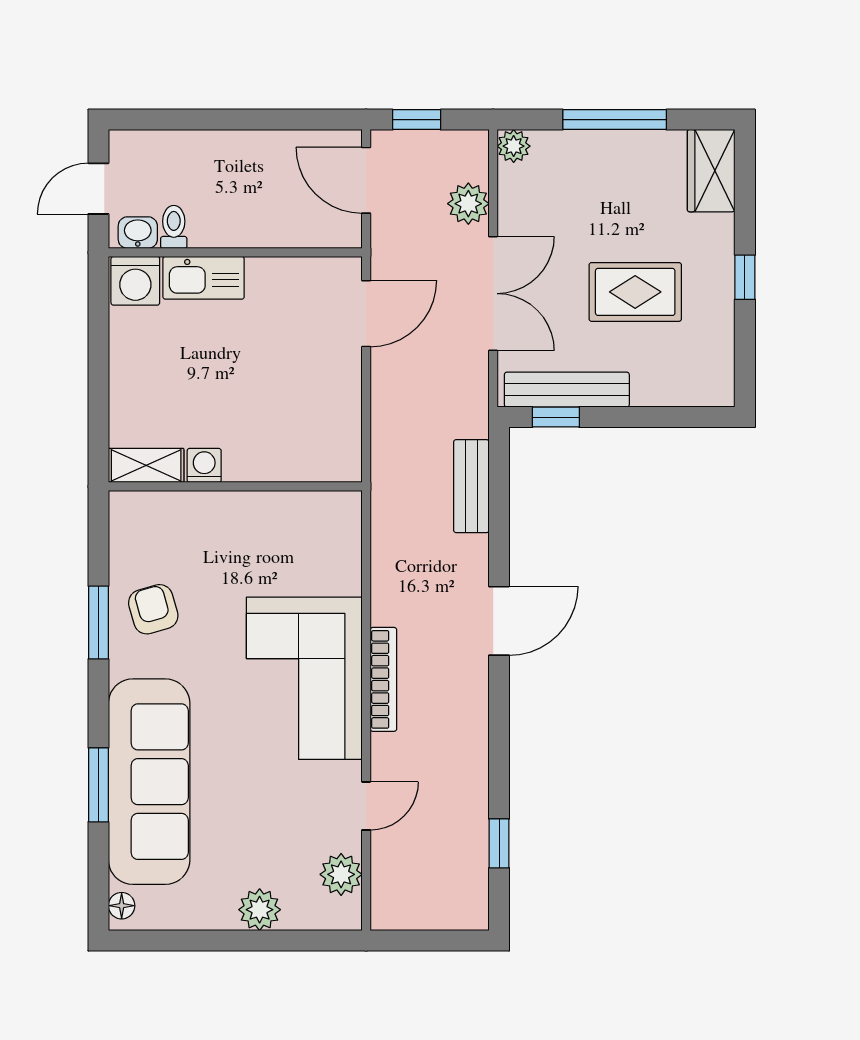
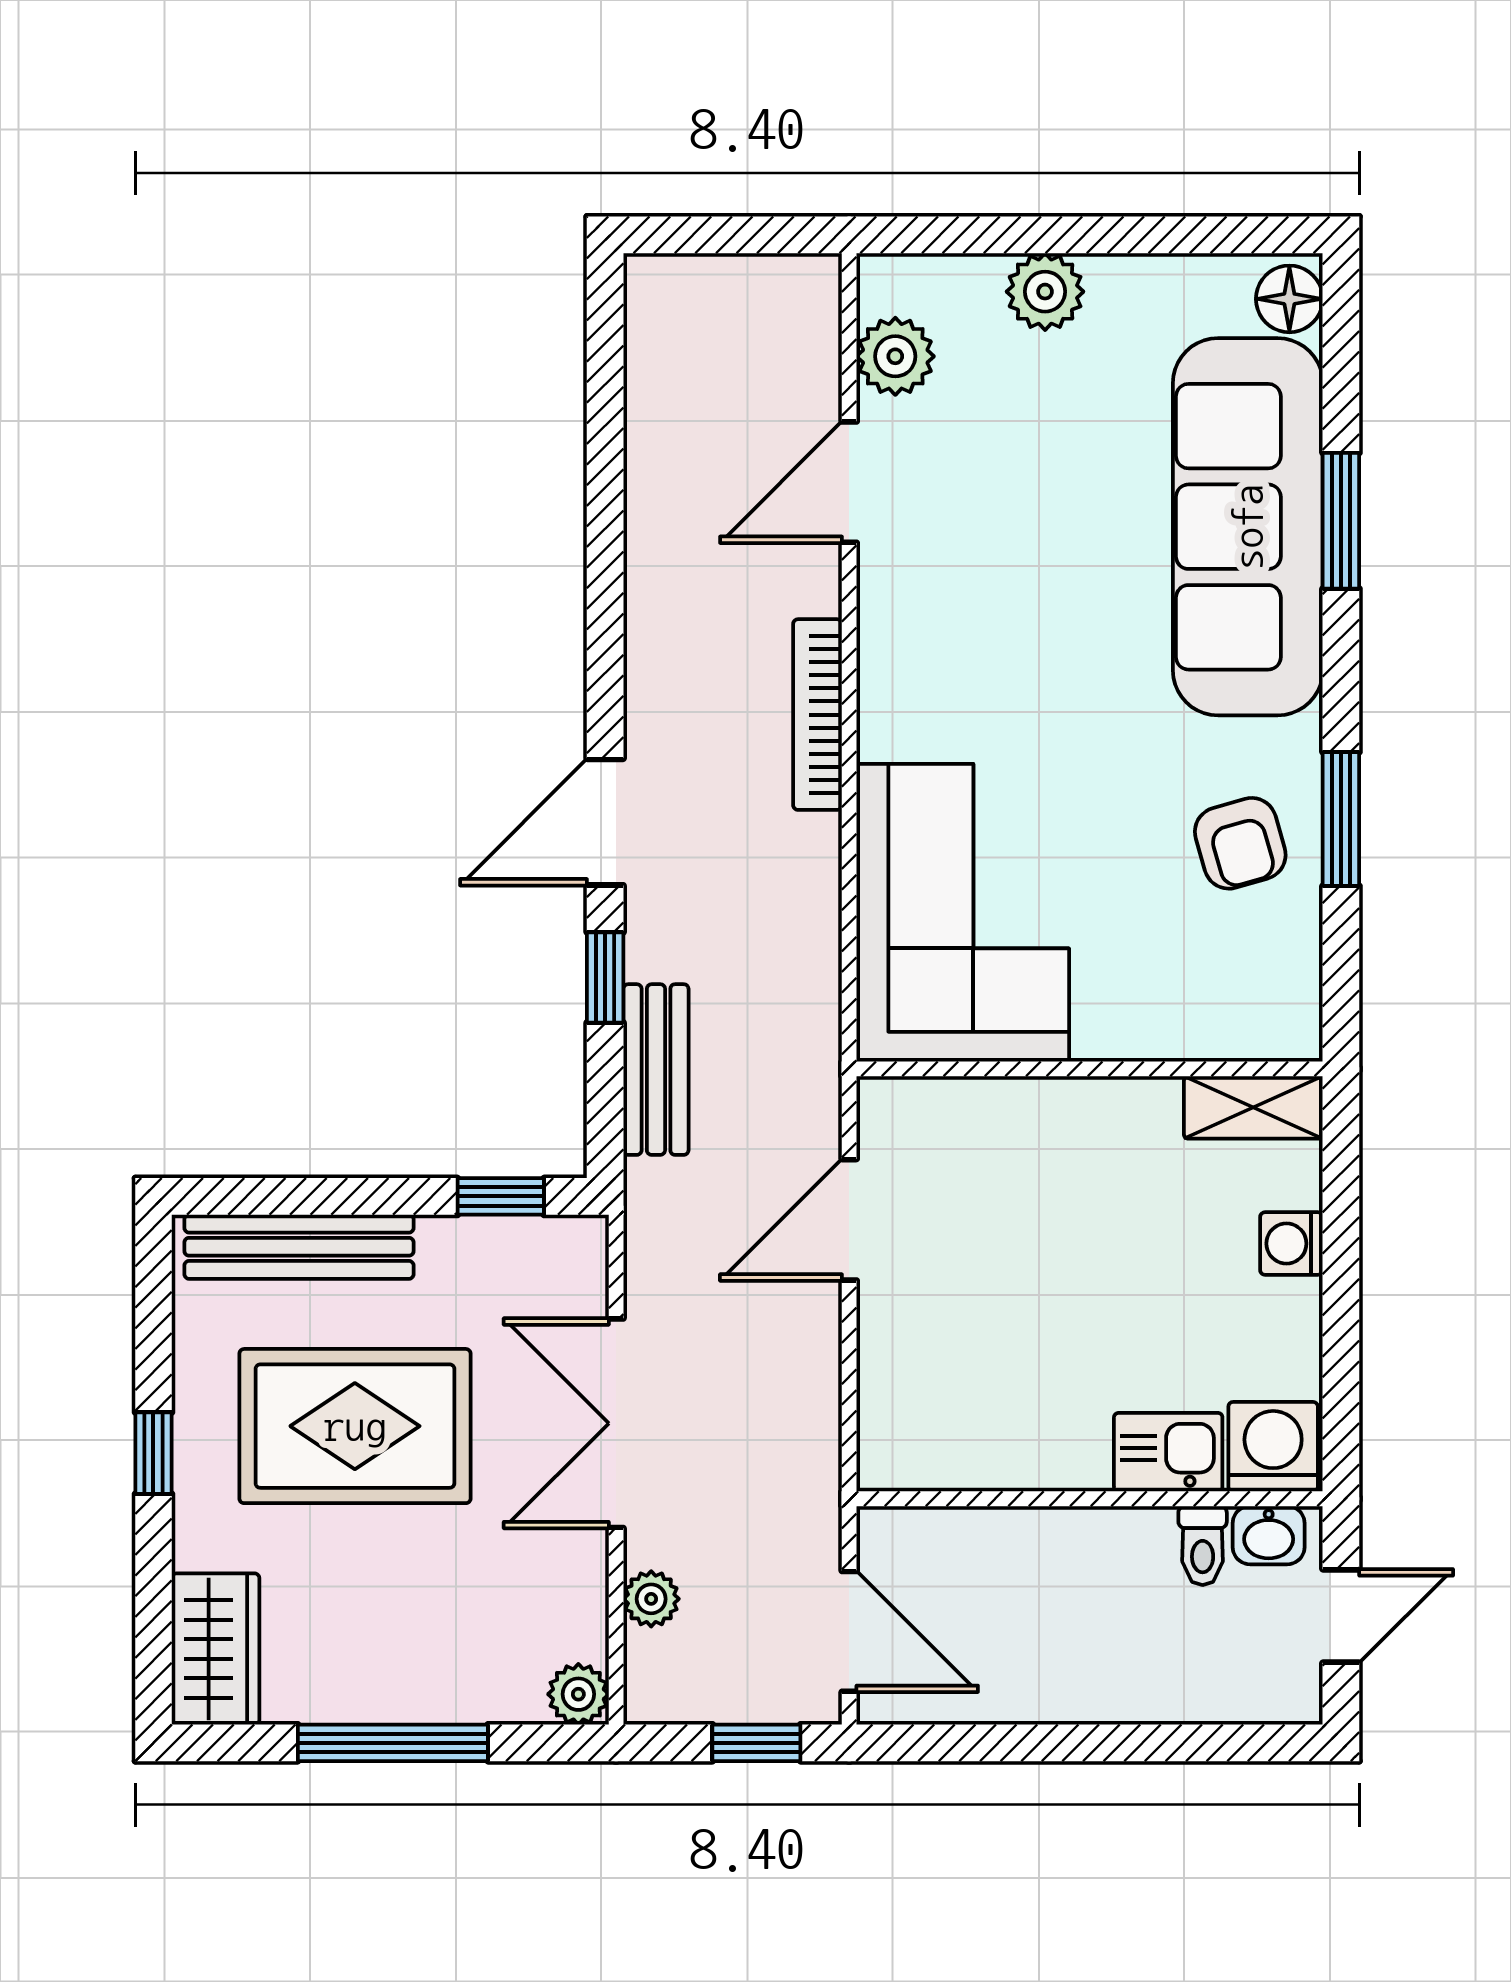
plant: (468, 204) -> (651, 1599), width x0.73, depth x0.73
kitchen sink: (204, 278) -> (1168, 1452), width x0.73
rug: (635, 292) -> (355, 1426), width x1.36, depth x1.43
door: (366, 314) -> (849, 1220), moved
bench: (567, 390) -> (299, 1247), moved
washing machine: (204, 465) -> (1291, 1244), moved, turned 90
corner sofa: (304, 678) -> (963, 913), moved
door: (366, 806) -> (849, 482), width x1.38
window: (499, 843) -> (605, 977), moved
floor lamp: (122, 906) -> (1289, 299), width x1.37, depth x1.37

